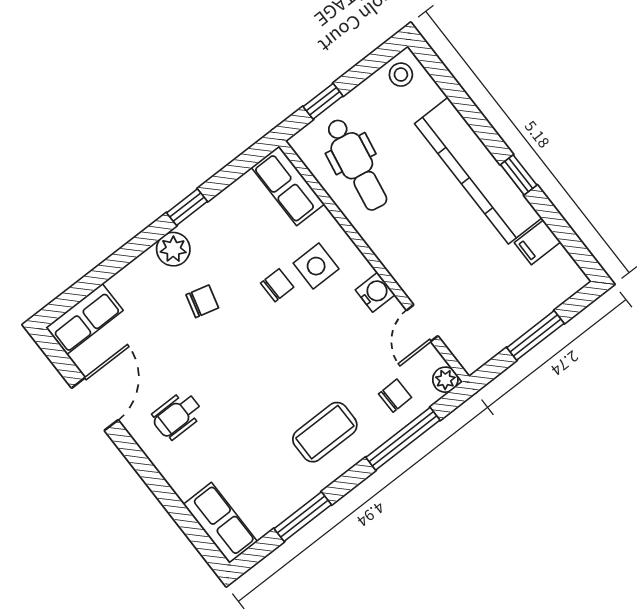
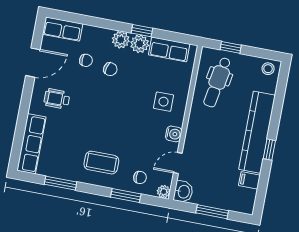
row of seats: (288, 186) -> (169, 49), moved, turned -90
plant: (203, 227) -> (140, 44), added
chair: (277, 285) -> (86, 60), moved
washbasin: (470, 351) -> (183, 192), added
window: (403, 439) -> (126, 195), width x0.69
row of seats: (220, 523) -> (31, 144), width x1.48

